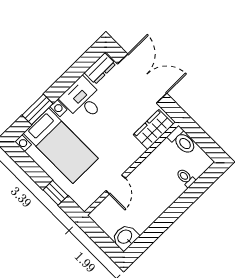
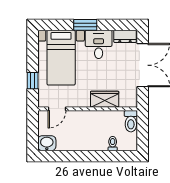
window: (37, 109) -> (85, 25), moved
wardrobe: (153, 129) -> (105, 99), moved
door: (116, 184) -> (57, 109), moved

